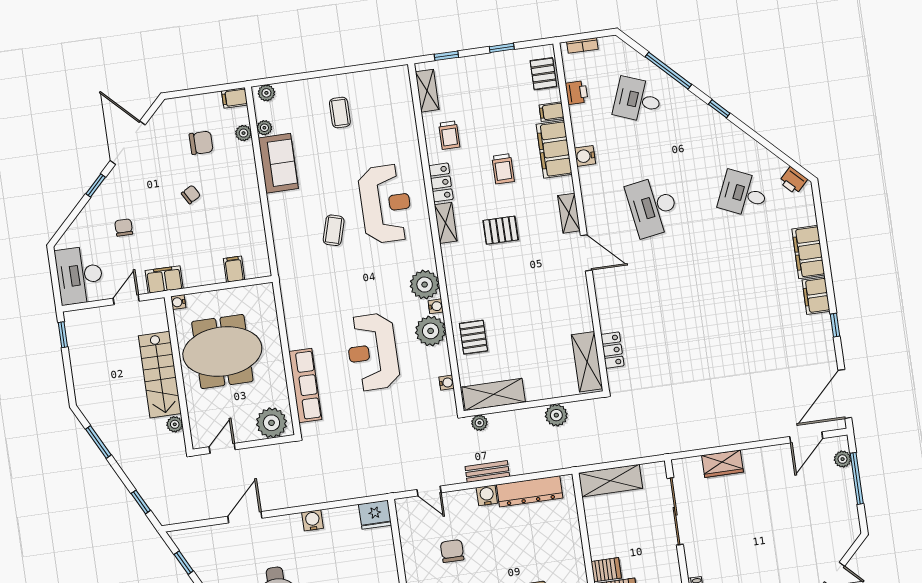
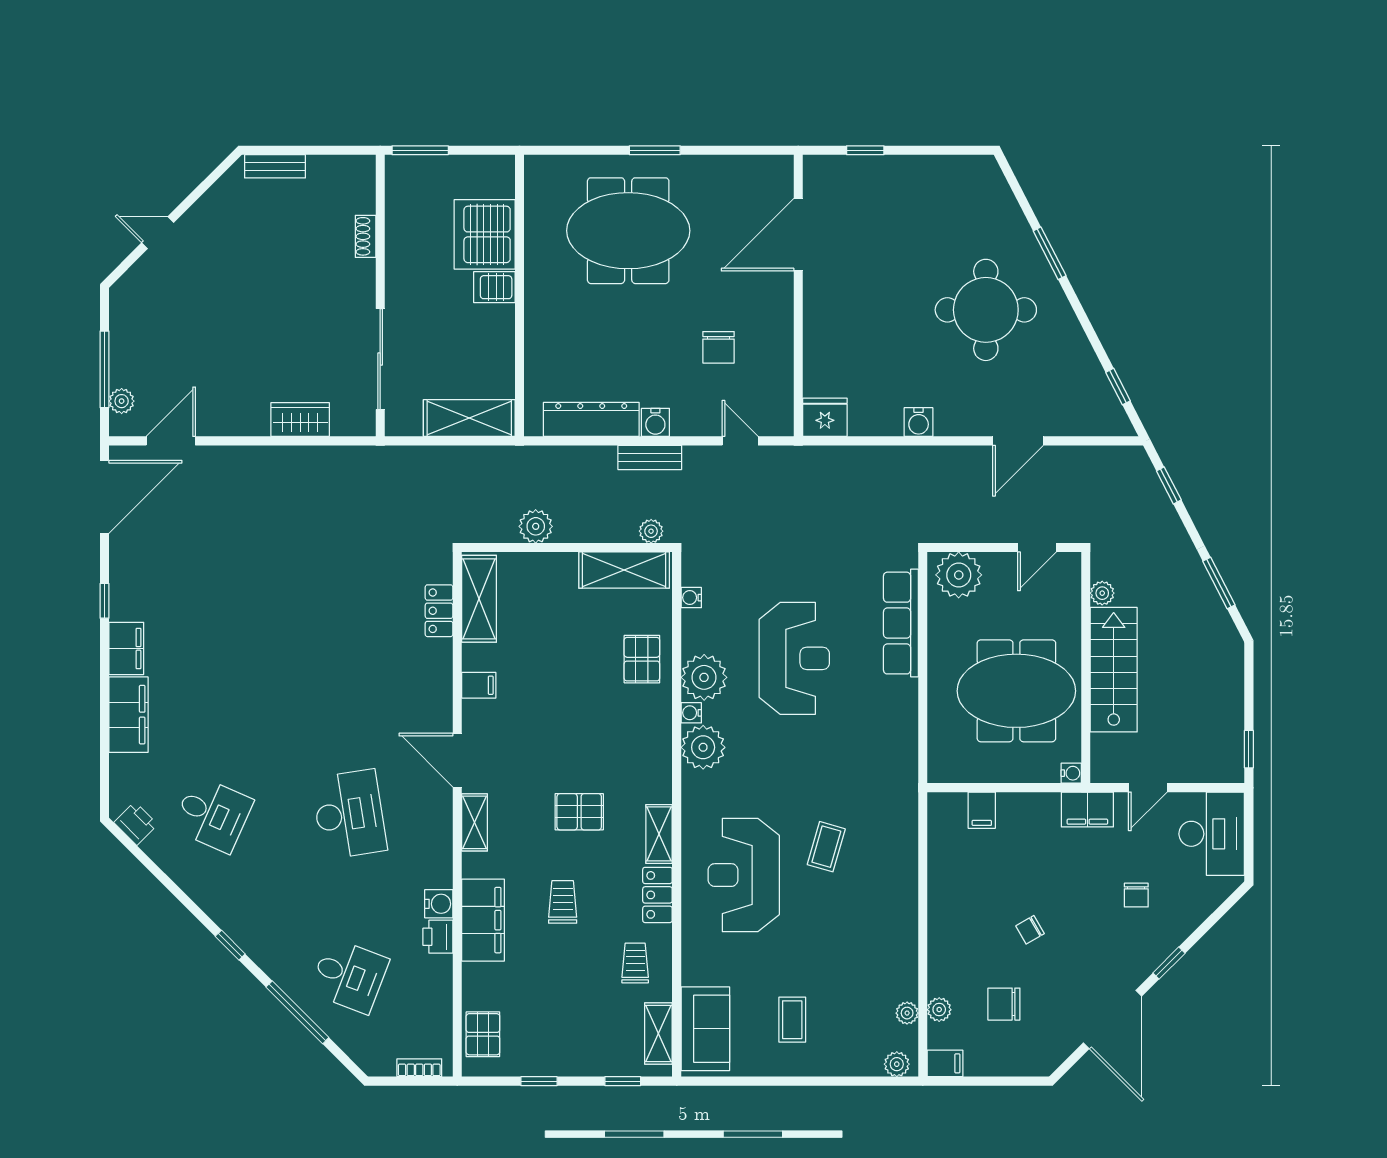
printer: (577, 93) -> (438, 937), moved
filing cabinet: (552, 112) -> (479, 685), moved
sofa: (278, 163) -> (705, 1029), moved, turned 180

